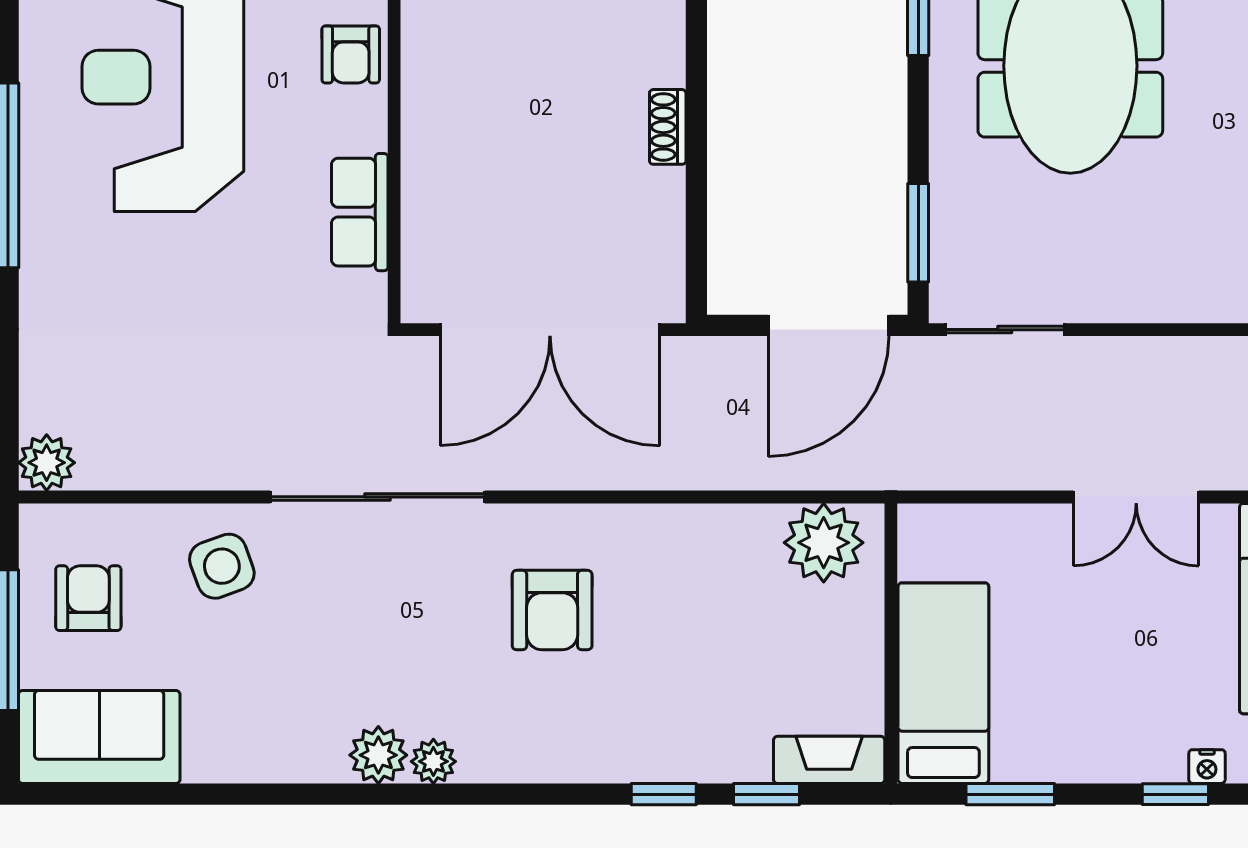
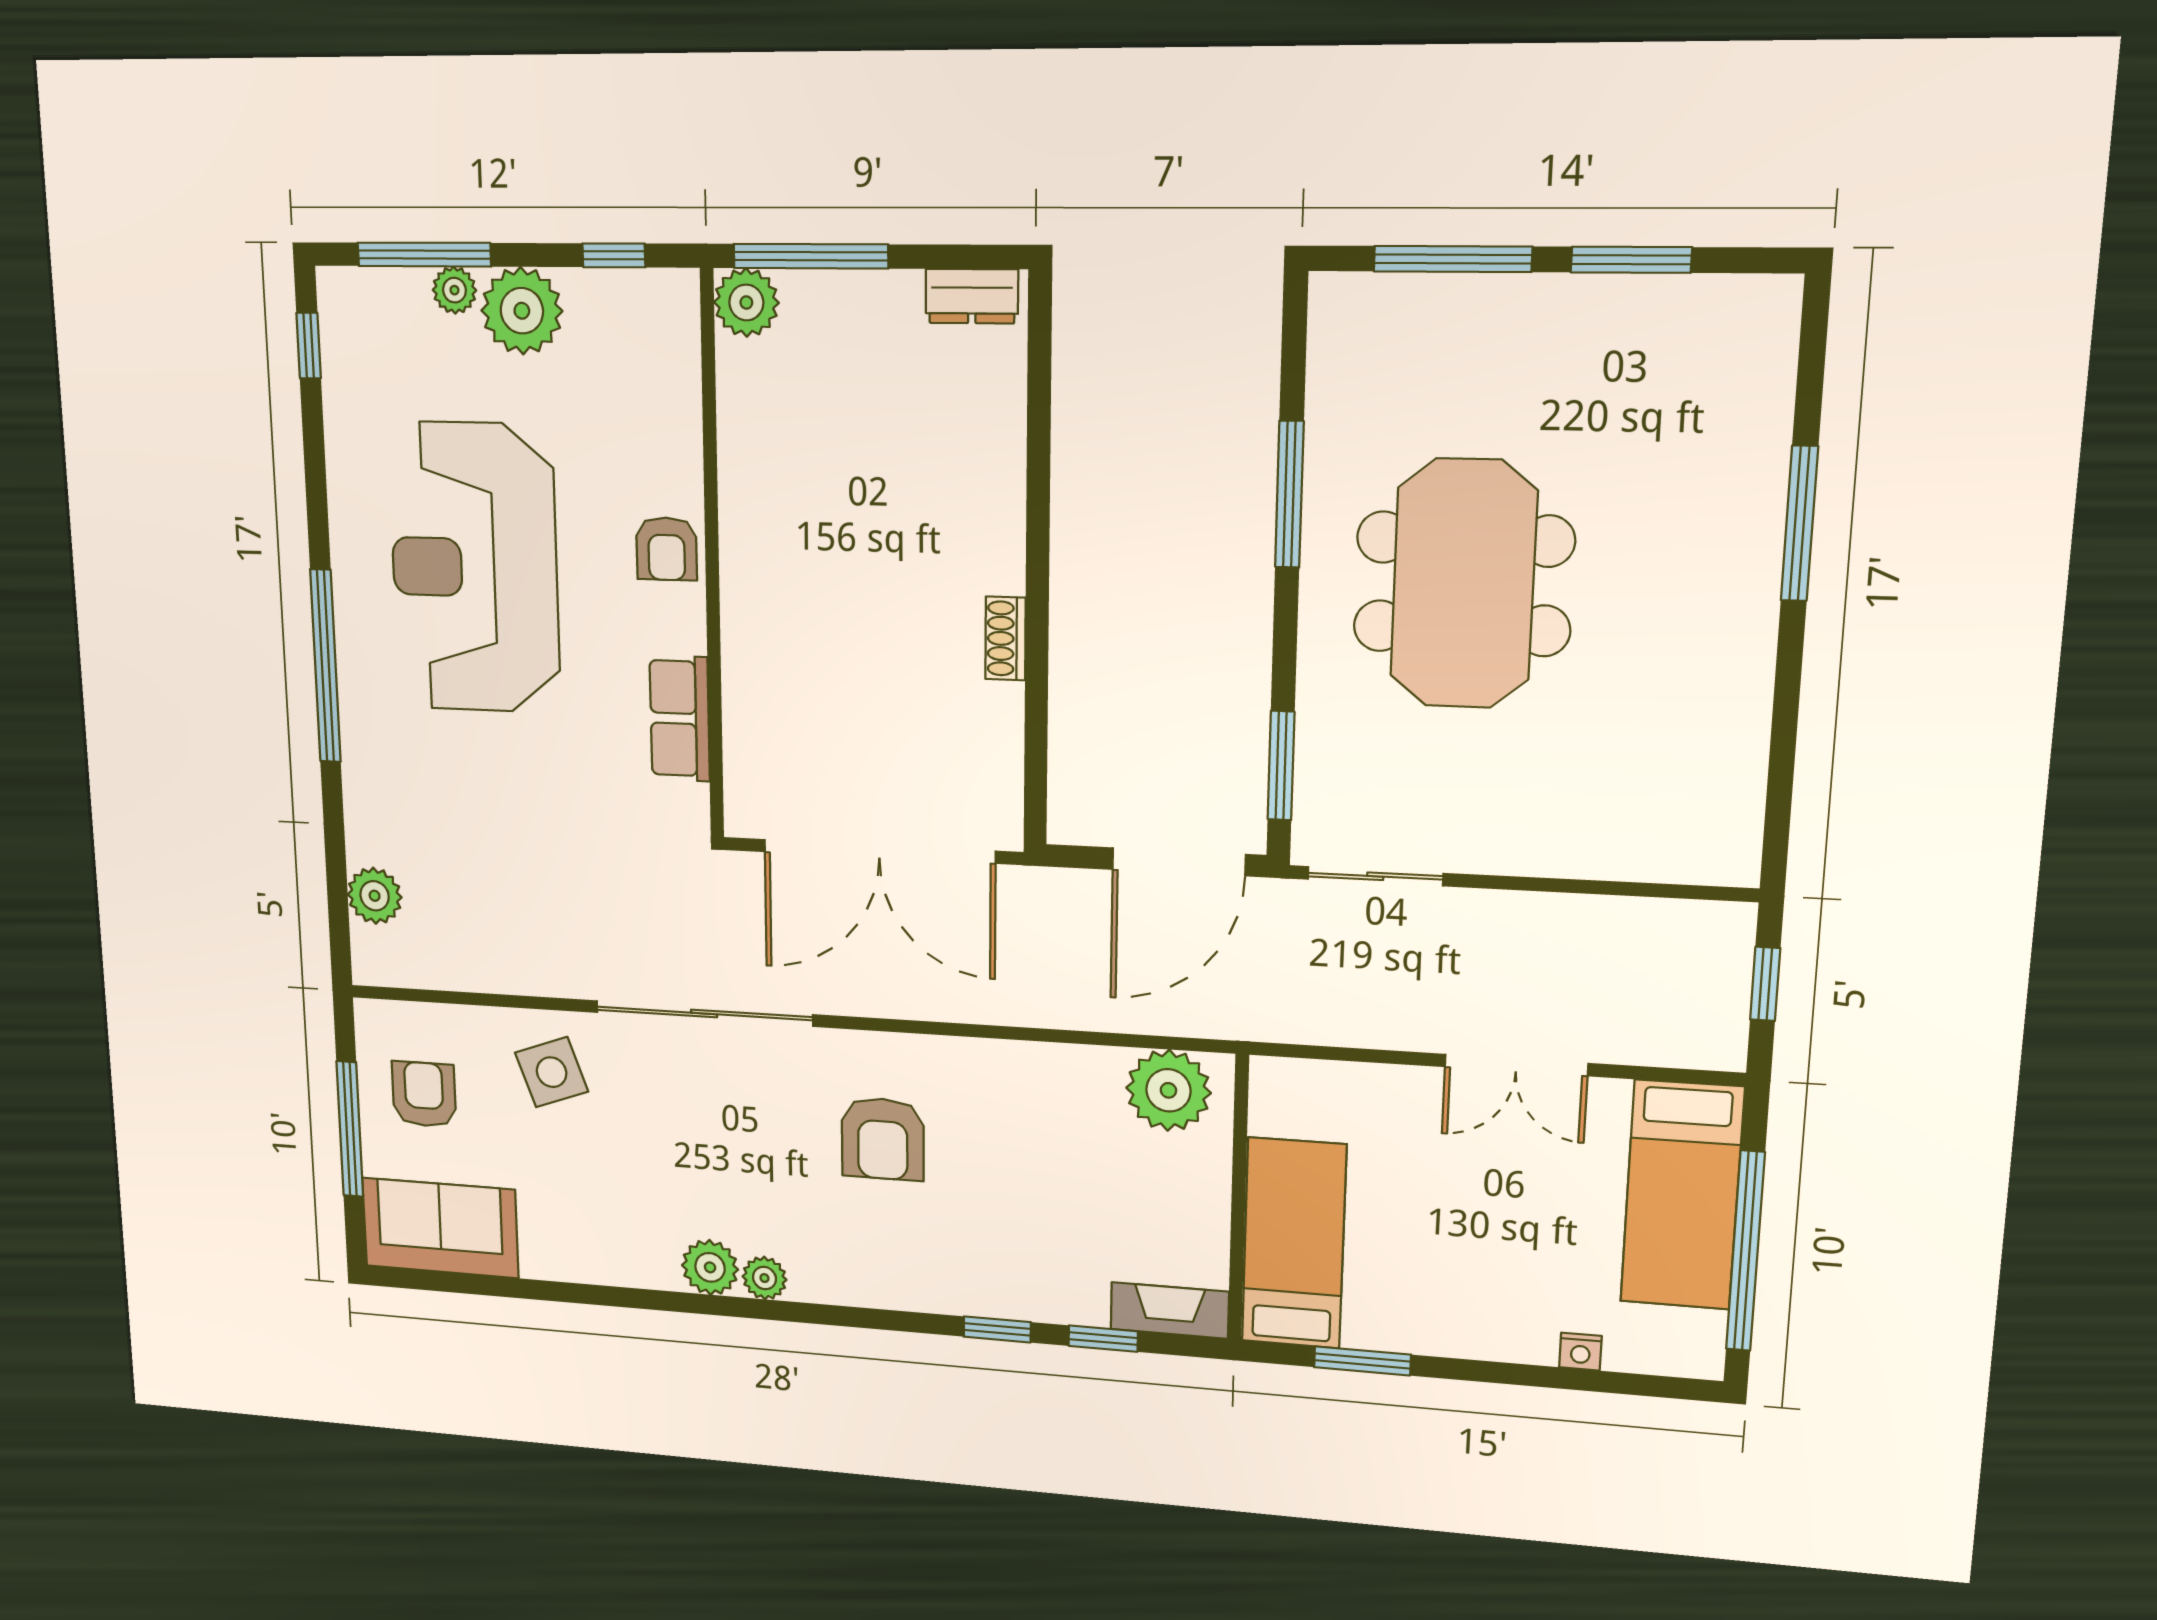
plant: (47, 463) -> (375, 896), moved
window: (1175, 794) -> (1543, 1376), removed

